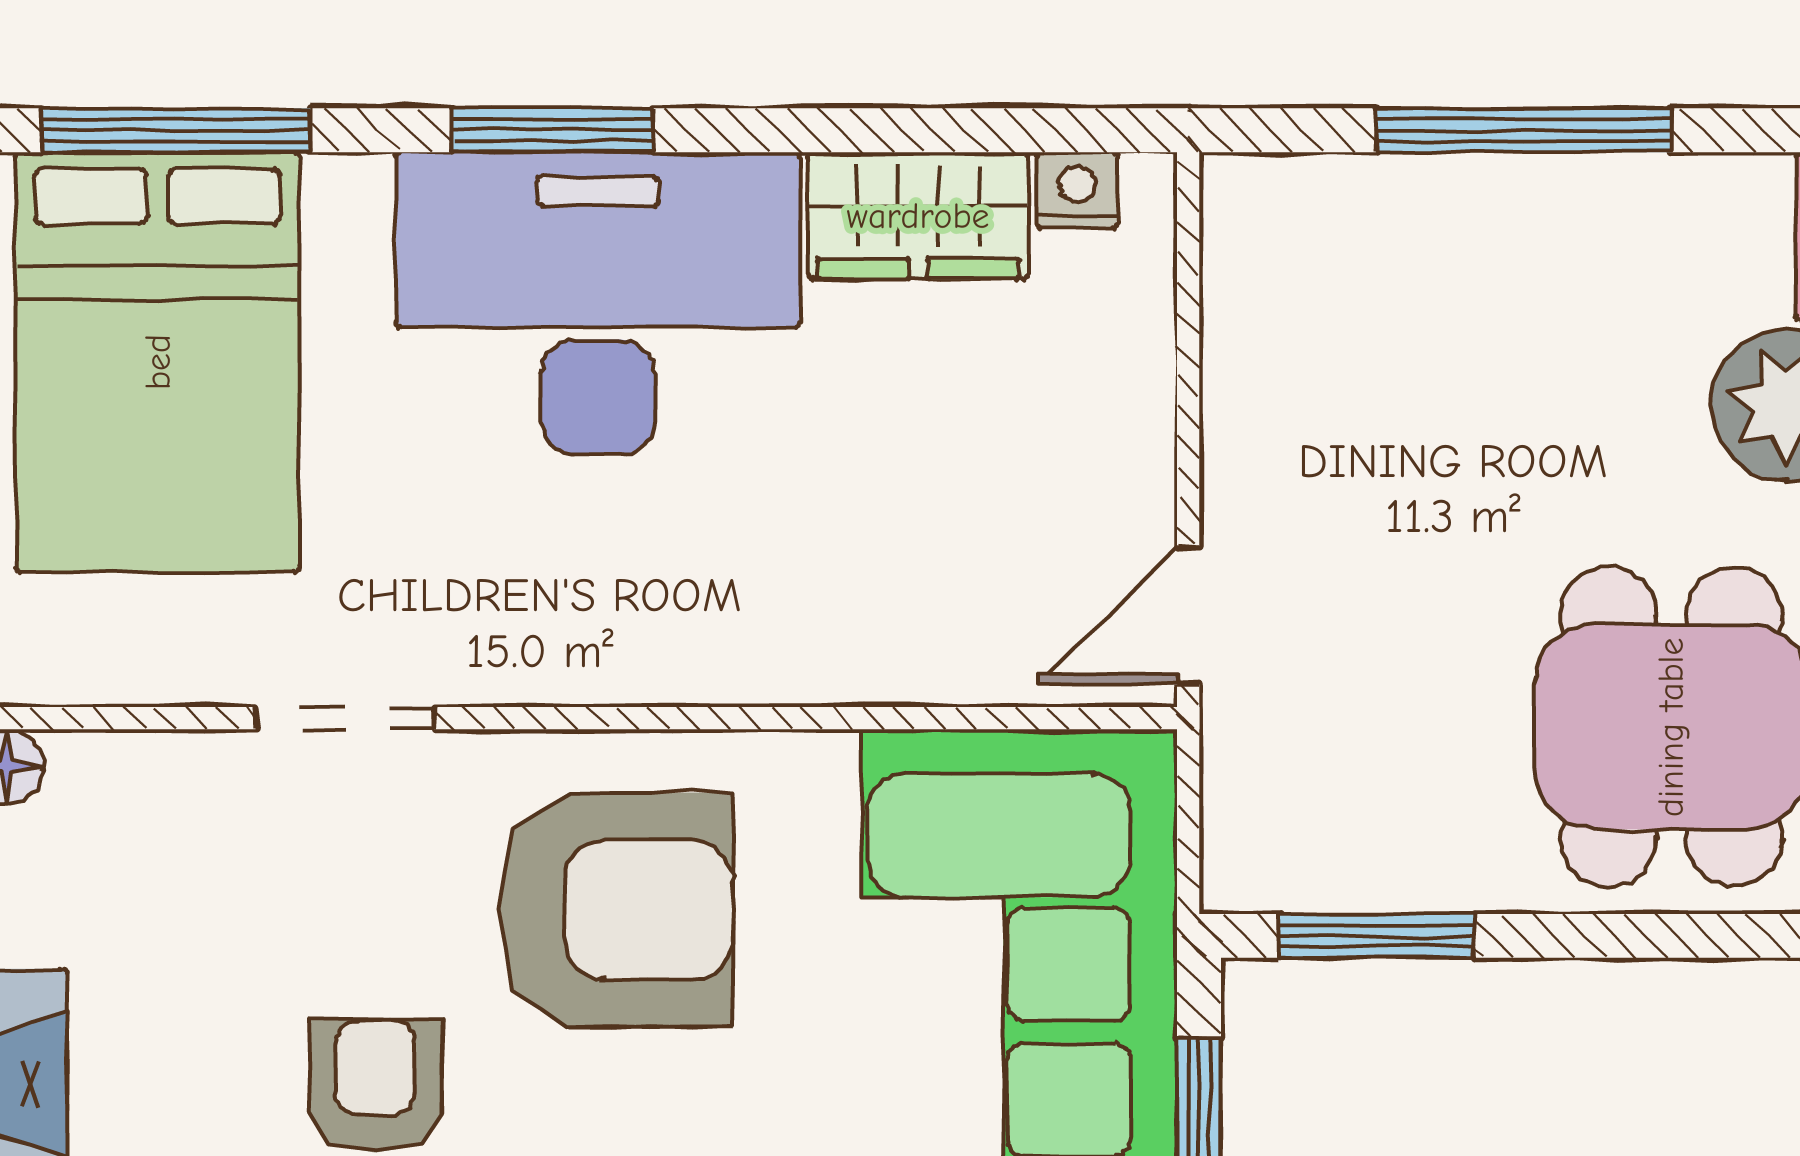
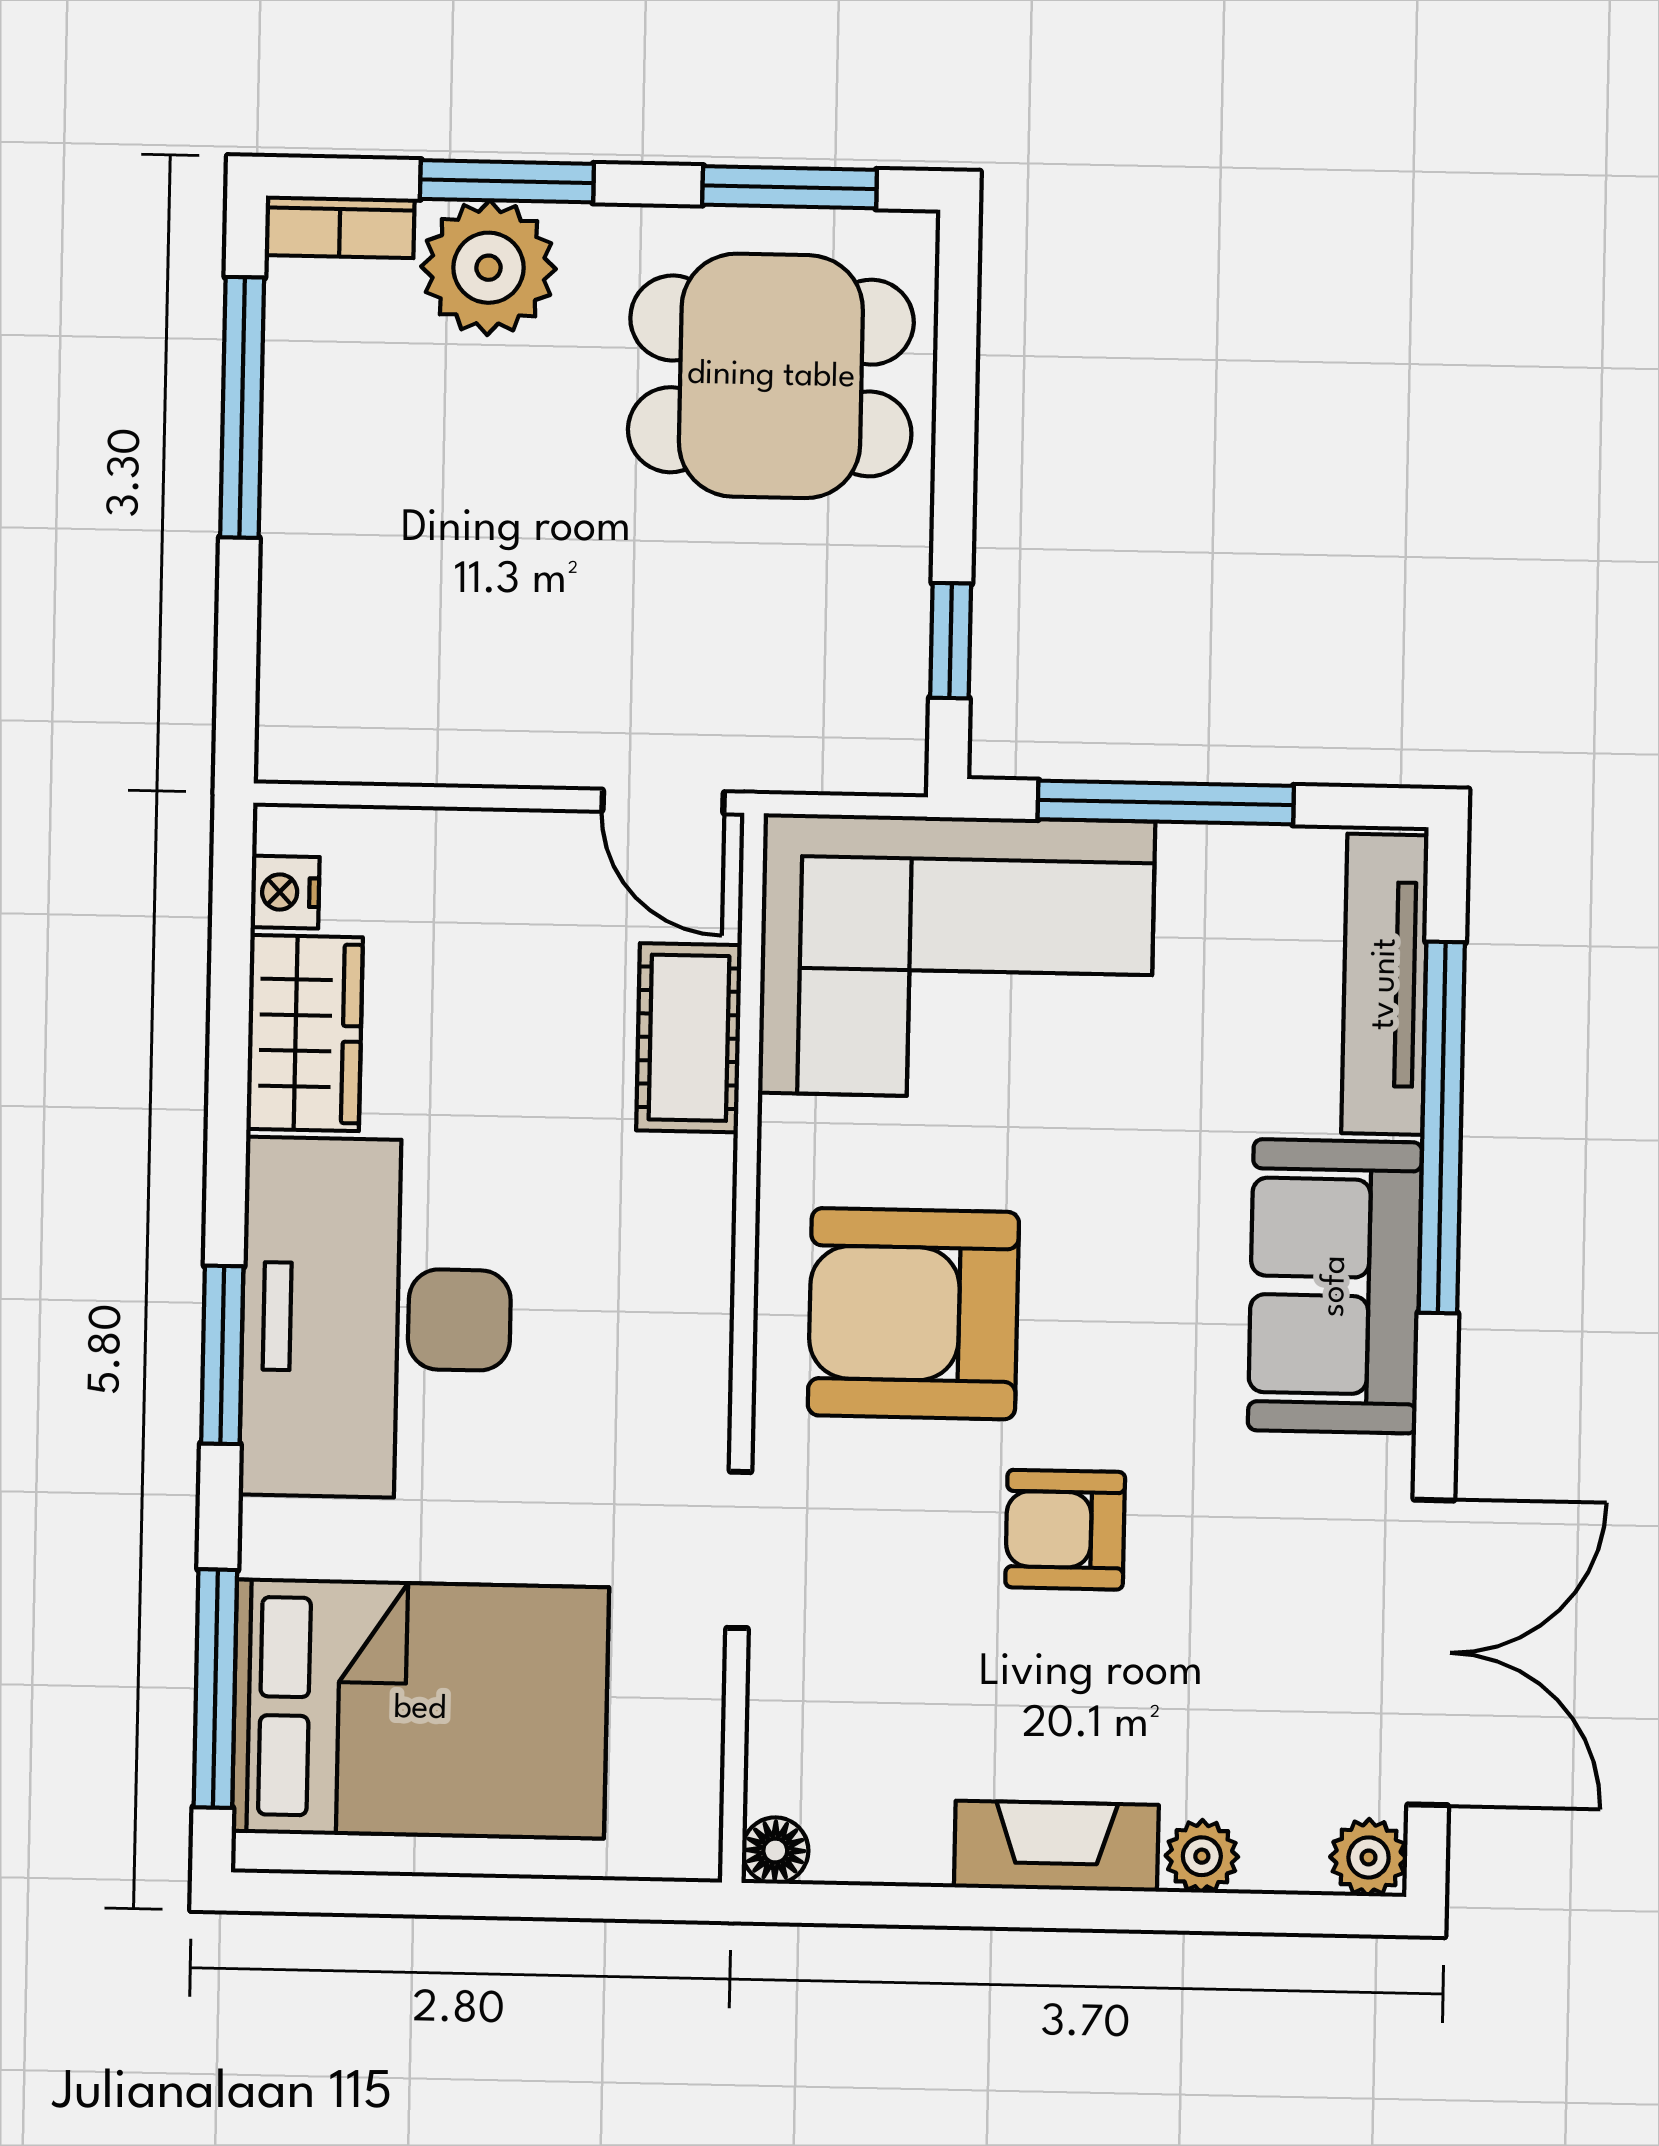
window: (1524, 130) -> (242, 407), moved
cot: (922, 650) -> (689, 1038), added
armchair: (616, 910) -> (913, 1314), turned -90
window: (1377, 936) -> (951, 641), width x0.67

